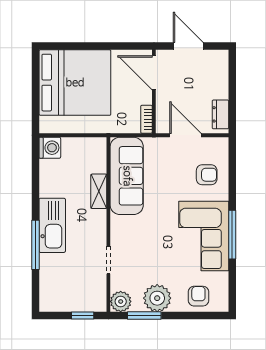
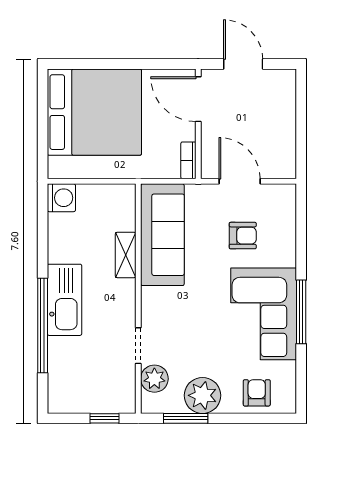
dresser: (220, 114) -> (286, 154), removed
armchair: (207, 175) -> (243, 236), moved
window: (36, 245) -> (43, 325), width x1.46
plant: (121, 301) -> (154, 379), moved

